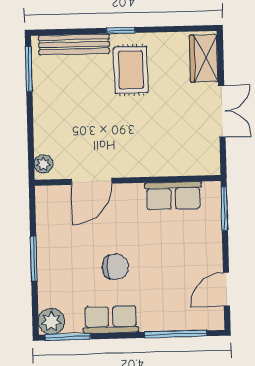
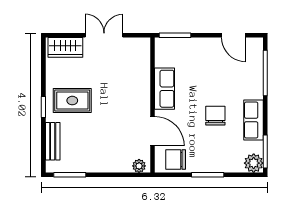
bench: (74, 44) -> (53, 141), width x0.73
row of seats: (173, 196) -> (165, 89), moved
chair: (54, 214) -> (176, 159), added

